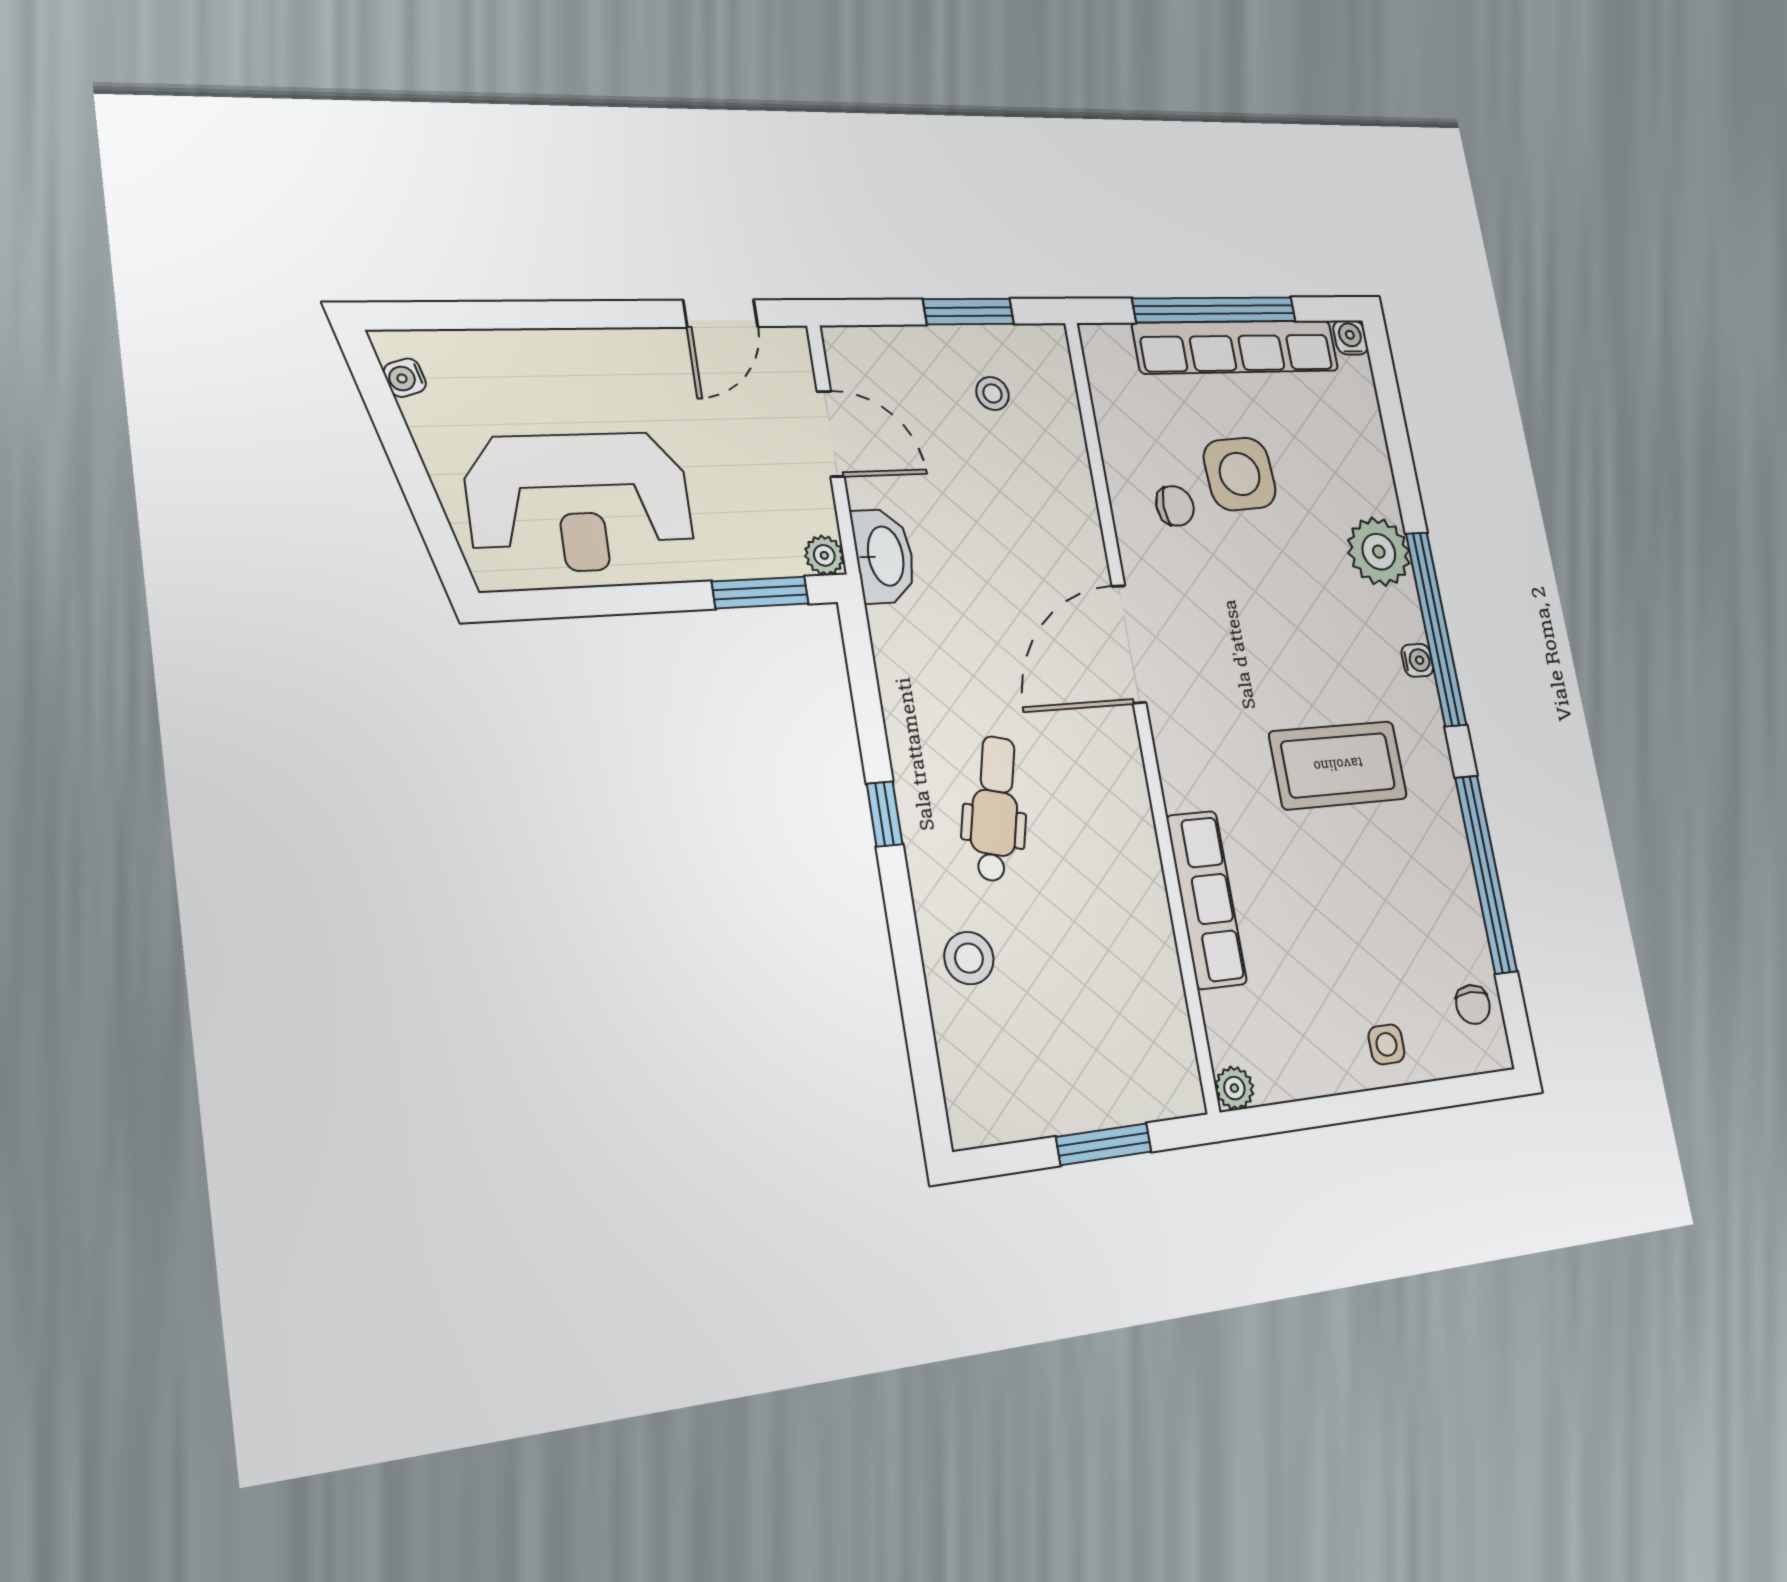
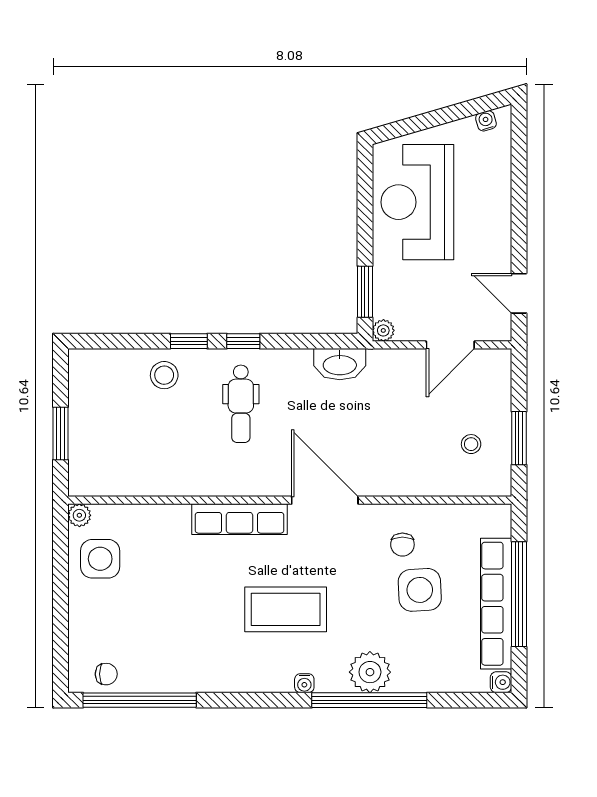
washbasin: (884, 556) -> (340, 364), moved
window: (1436, 629) -> (369, 700), moved
coffee table: (1338, 765) -> (286, 609), moved, turned 90
dental chair: (995, 809) -> (241, 404), turned 76
window: (1486, 874) -> (140, 700), moved
row of seats: (1206, 900) -> (240, 519), moved
window: (901, 918) -> (189, 341), added
chair: (1473, 1005) -> (106, 674), turned 180
side table: (1386, 1044) -> (100, 559), moved, width x1.87, depth x1.87

